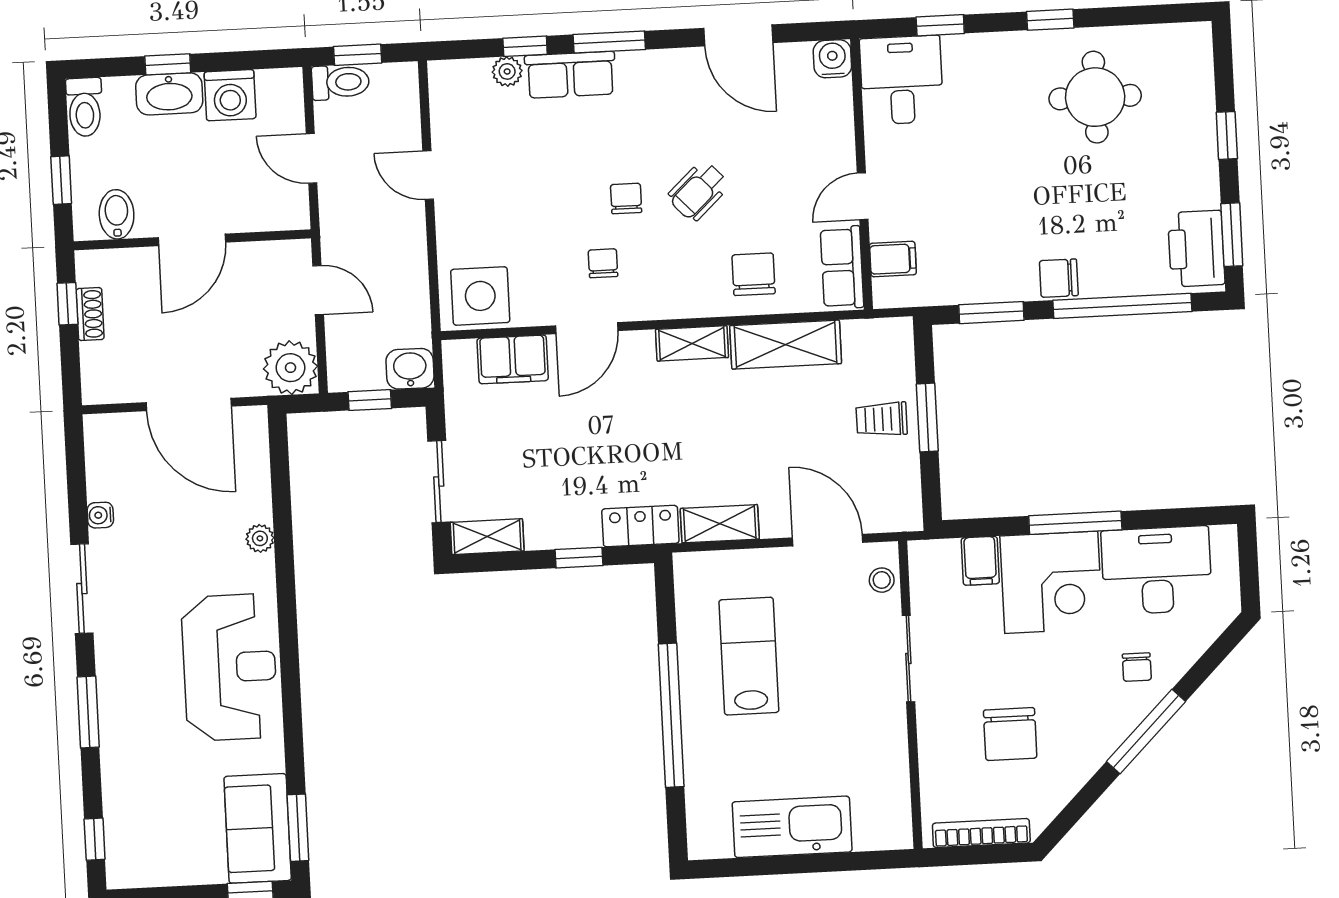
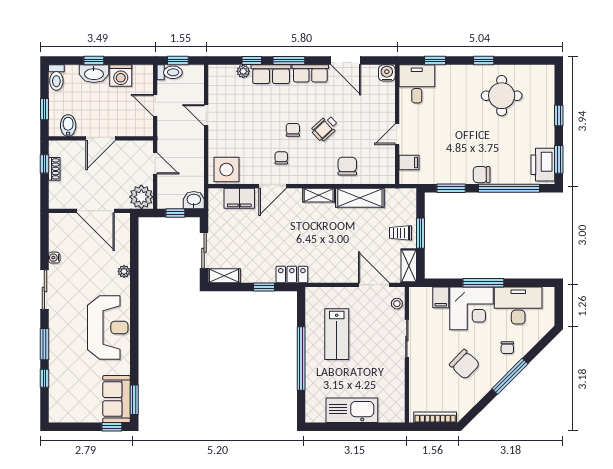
row of seats: (842, 267) -> (310, 73), moved, turned -90
shelving: (720, 524) -> (409, 266), moved, turned 90
lab bench: (749, 656) -> (337, 334), turned 180
chair: (1010, 734) -> (465, 364), moved, turned -46
window: (95, 839) -> (44, 378), moved

